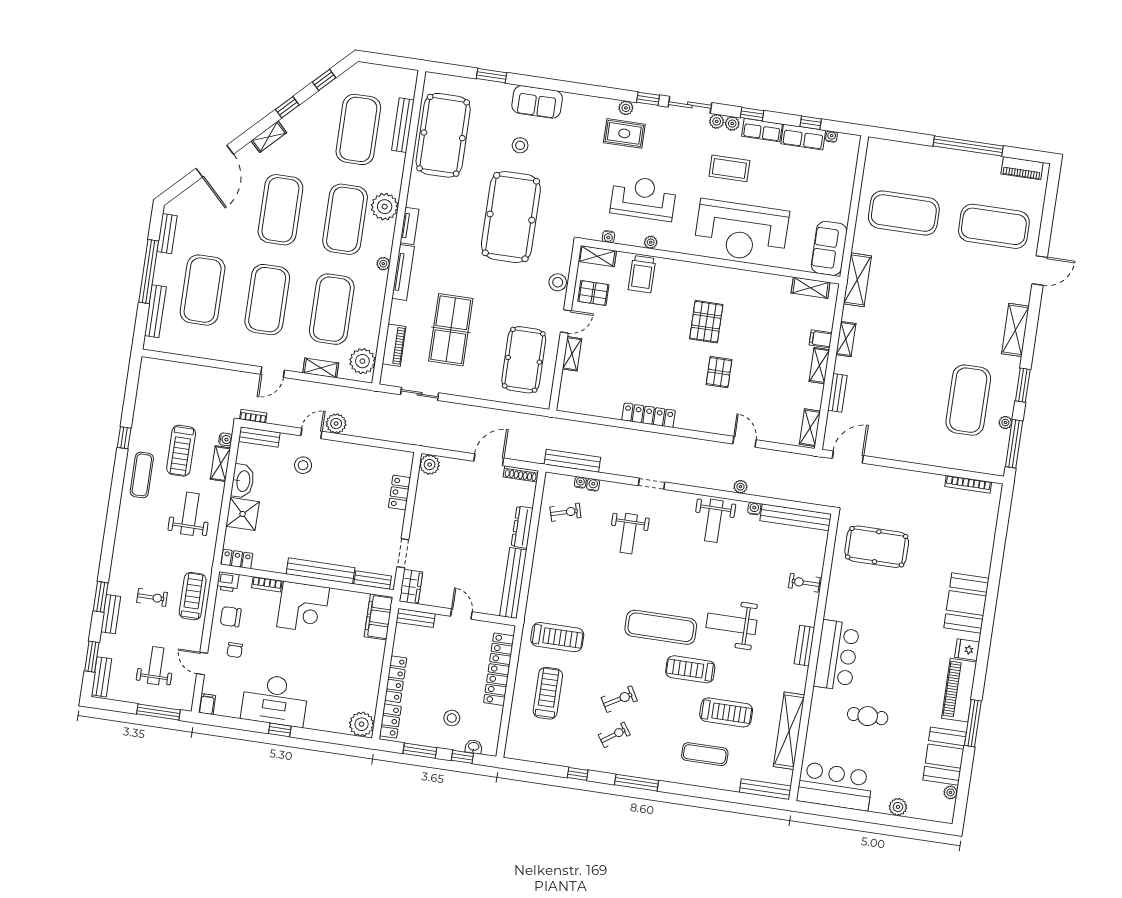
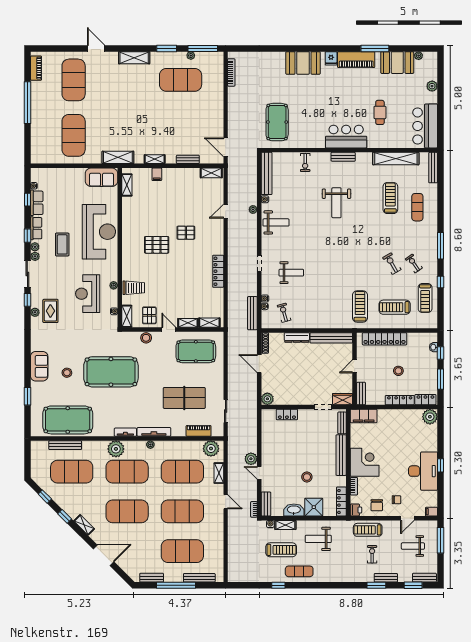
shelving: (819, 366) -> (209, 323), moved
stool: (303, 465) -> (307, 477), moved
locker: (237, 559) -> (341, 501), width x1.53
exercise mat: (661, 627) -> (345, 245), removed
treadmill: (690, 669) -> (425, 298), moved
stool: (452, 718) -> (398, 371), moved

